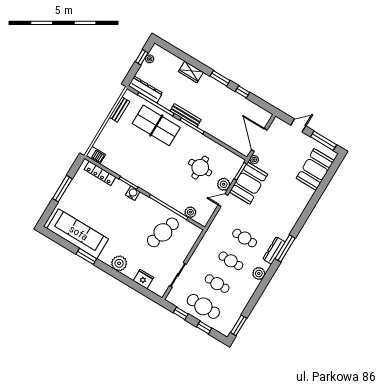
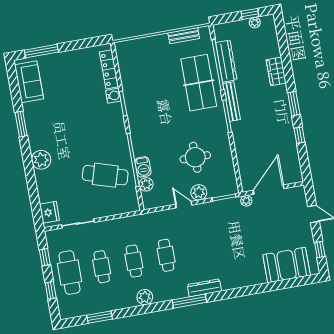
dresser: (145, 89) -> (226, 61), moved
window: (324, 141) -> (320, 250), width x0.46
barbecue: (96, 155) -> (143, 167), moved
booth: (249, 183) -> (220, 215), removed
window: (62, 189) -> (41, 51), moved
water cooler: (133, 193) -> (113, 96), moved
sofa: (78, 234) -> (29, 82), width x0.54, depth x0.79
dresser: (274, 251) -> (204, 288), moved
fridge: (143, 279) -> (49, 212), moved
window: (239, 325) -> (99, 317), moved

